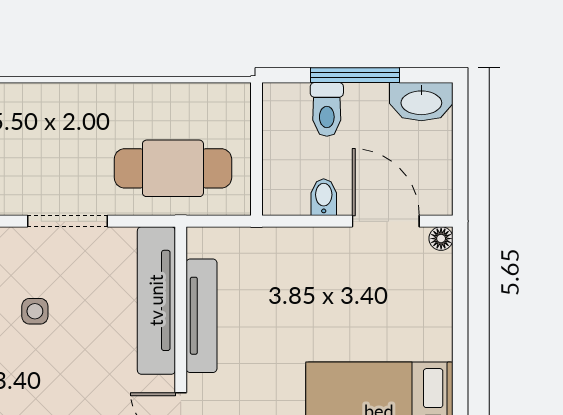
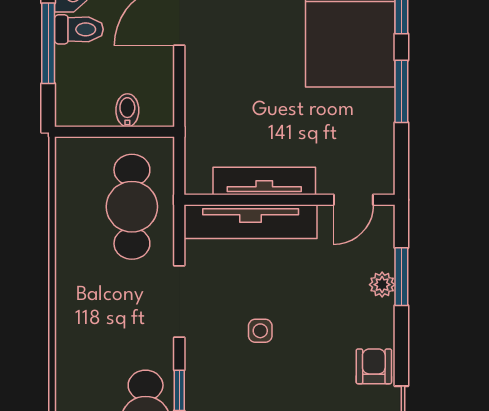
toilet: (327, 109) -> (79, 29), moved
bidet: (324, 197) -> (127, 110), moved, turned 90

